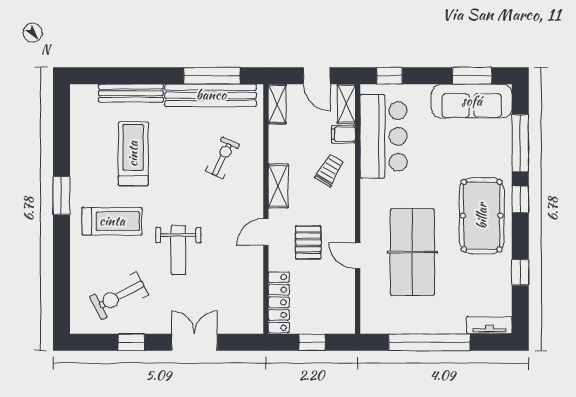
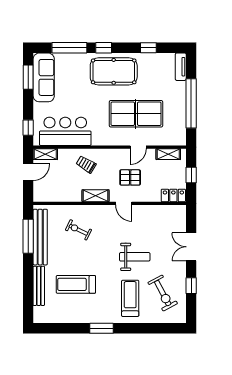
shelving: (277, 104) -> (168, 154), moved
filing cabinet: (343, 134) -> (64, 156), removed
treadmill: (112, 221) -> (130, 298), moved
locker: (279, 302) -> (173, 195), width x0.66

